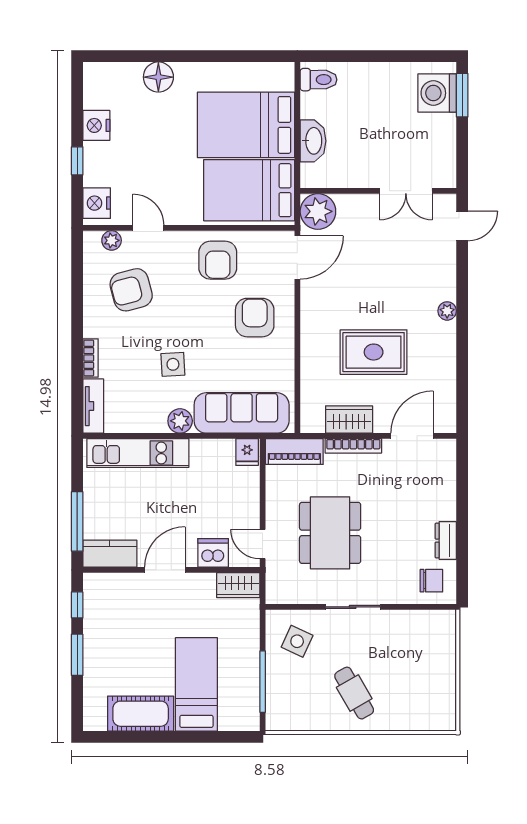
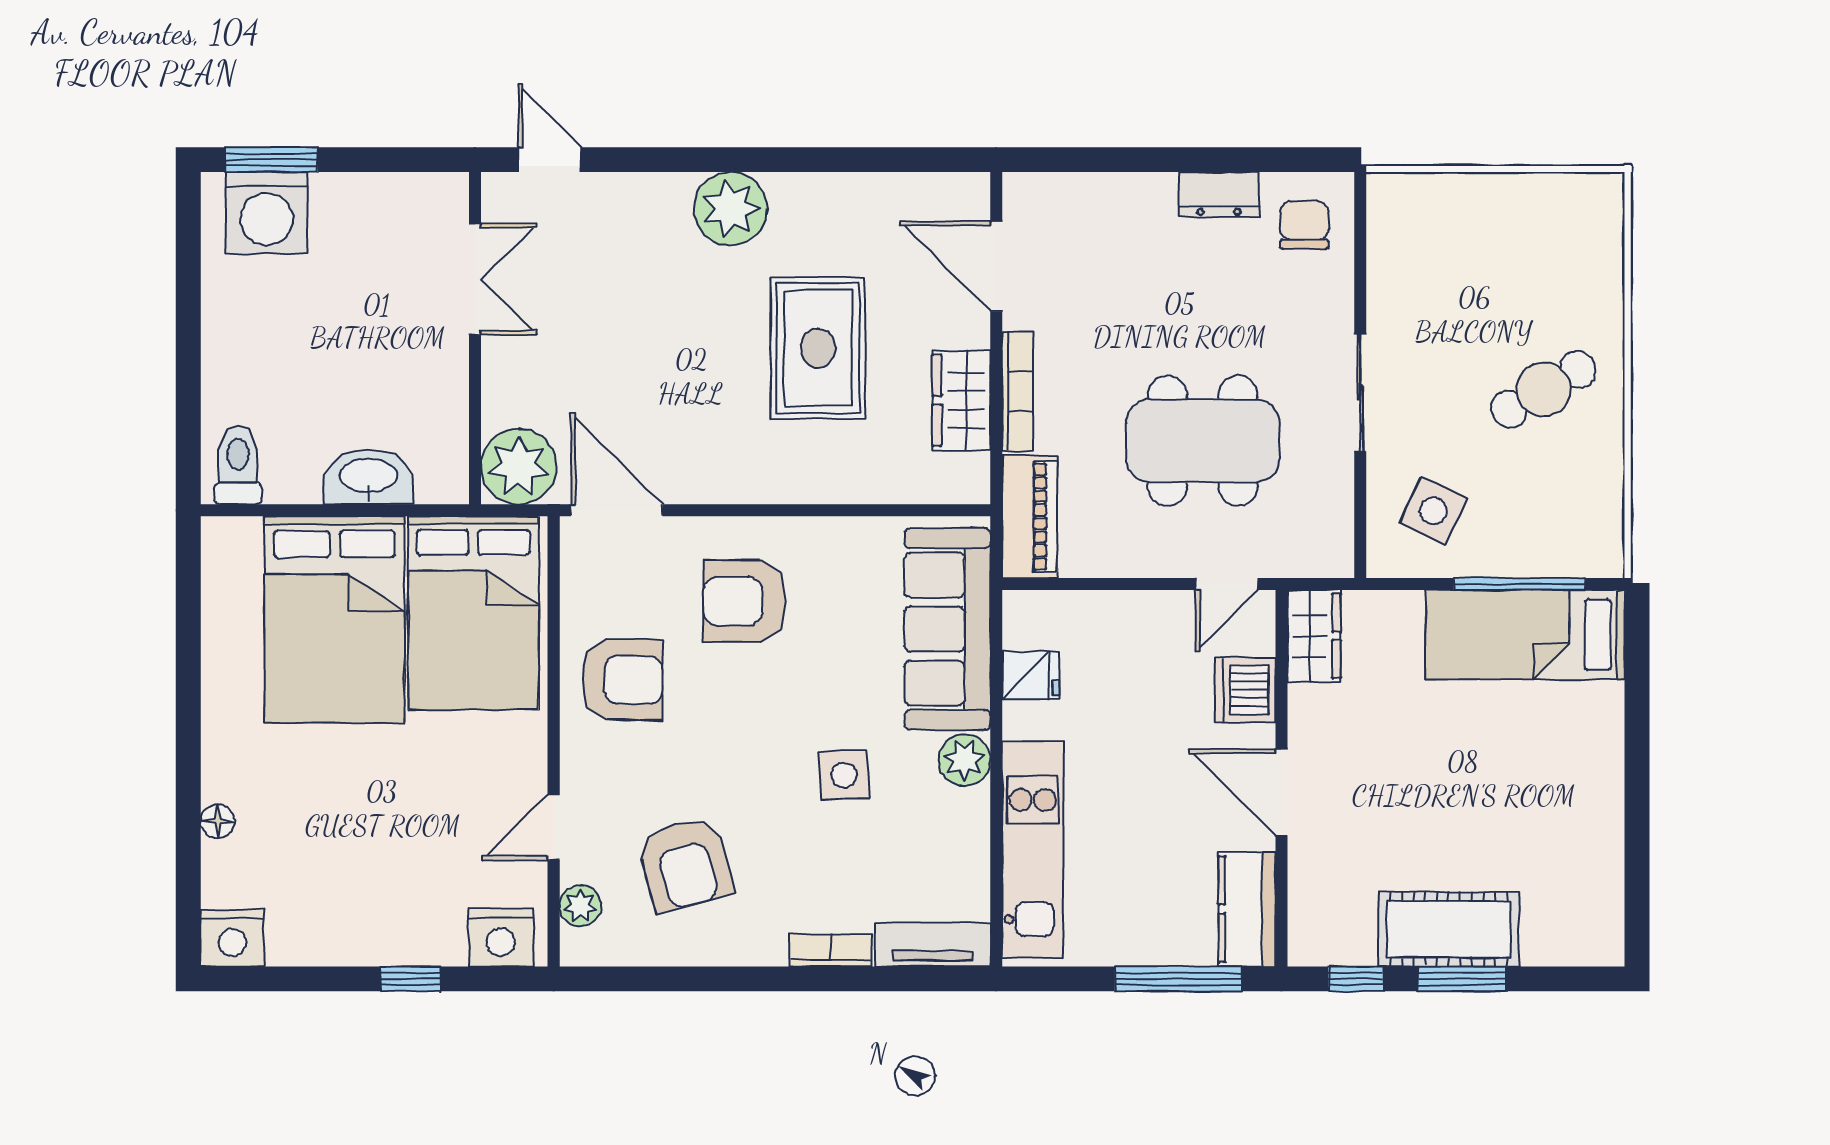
floor lamp: (158, 77) -> (218, 821), width x0.53, depth x0.53
nightstand: (96, 125) -> (233, 938), moved
plant: (447, 311) -> (730, 209), width x1.87, depth x1.87
fridge: (247, 452) -> (1031, 676), moved
bed: (196, 684) -> (1525, 635), moved
cot: (141, 714) -> (1449, 929), moved, turned 90

